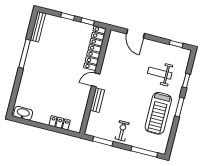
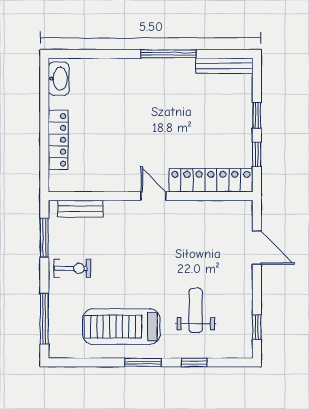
door: (135, 34) -> (257, 248), swing flipped
bench: (97, 100) -> (80, 209), moved
locker: (60, 123) -> (58, 140), width x1.53

